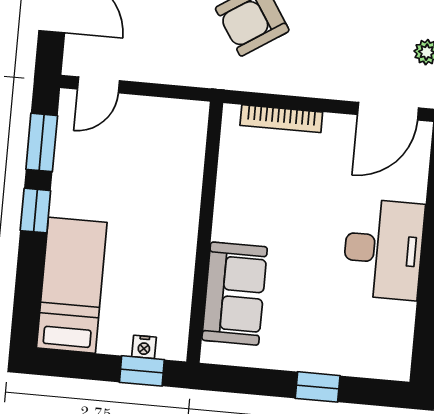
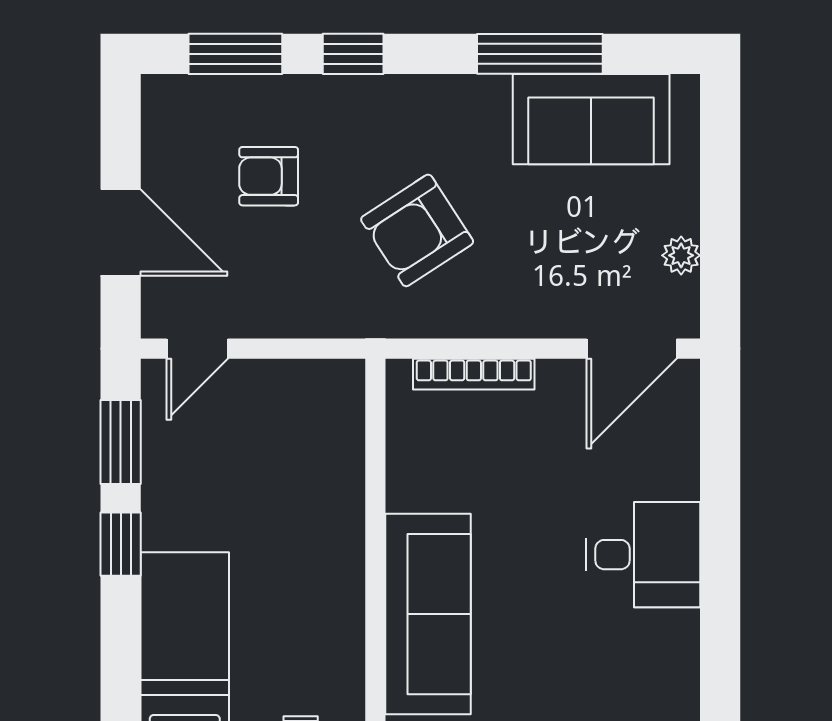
desk: (383, 249) -> (643, 555), width x0.73
sofa: (235, 294) -> (428, 614), width x1.36

